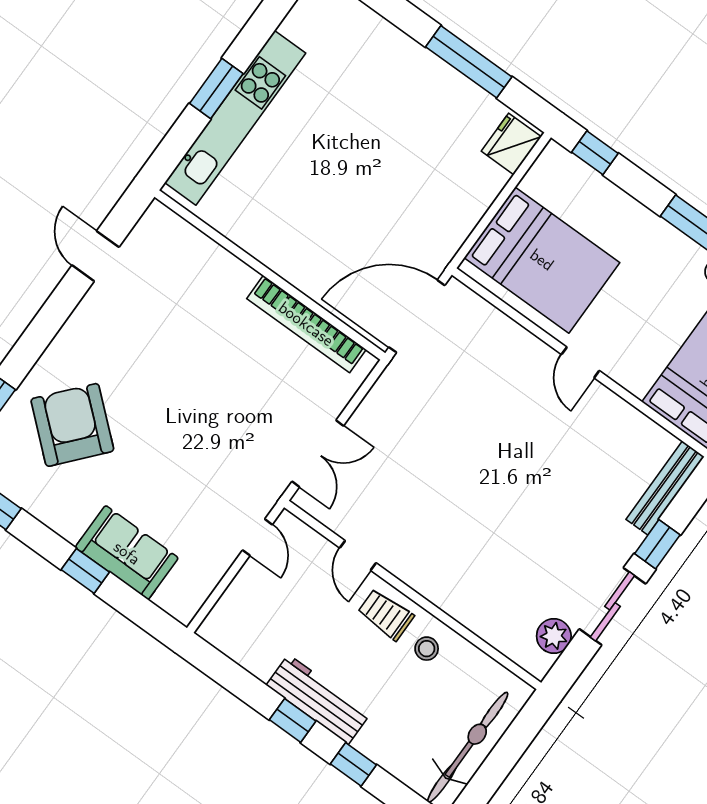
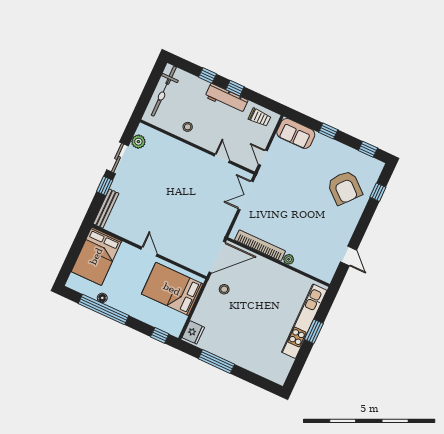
stool: (415, 234) -> (224, 289), added
plant: (243, 277) -> (289, 259), added
sofa: (127, 553) -> (296, 133), moved
trolley: (386, 614) -> (260, 117), moved

